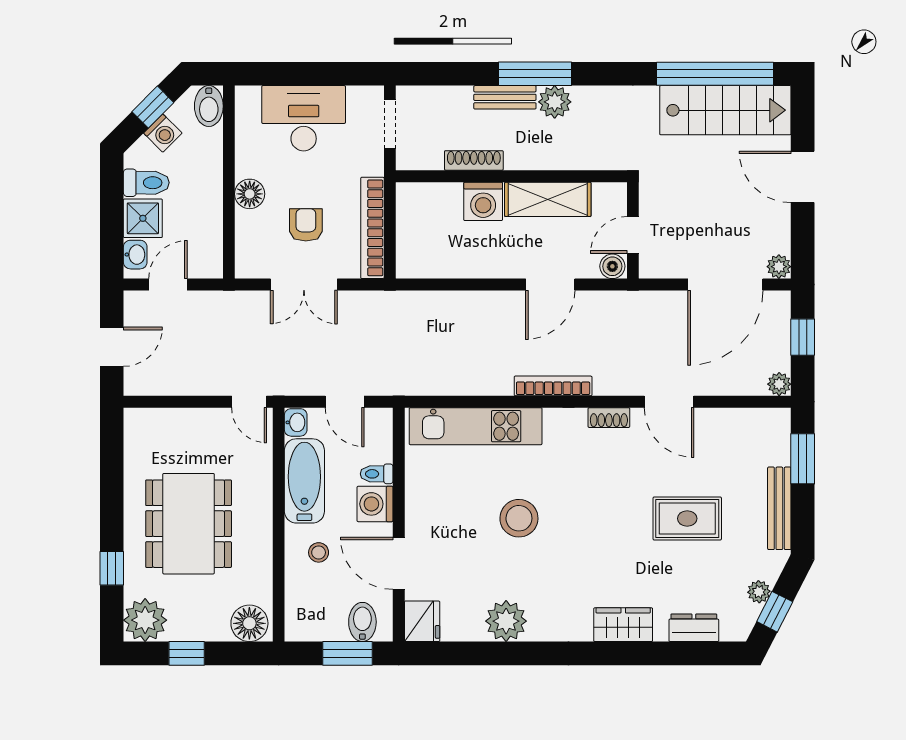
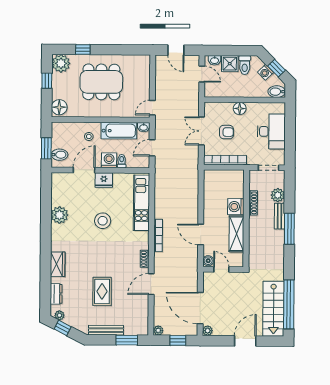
plant: (555, 102) -> (278, 195), moved
plant: (759, 592) -> (60, 315), moved
fridge: (422, 621) -> (104, 180), moved

